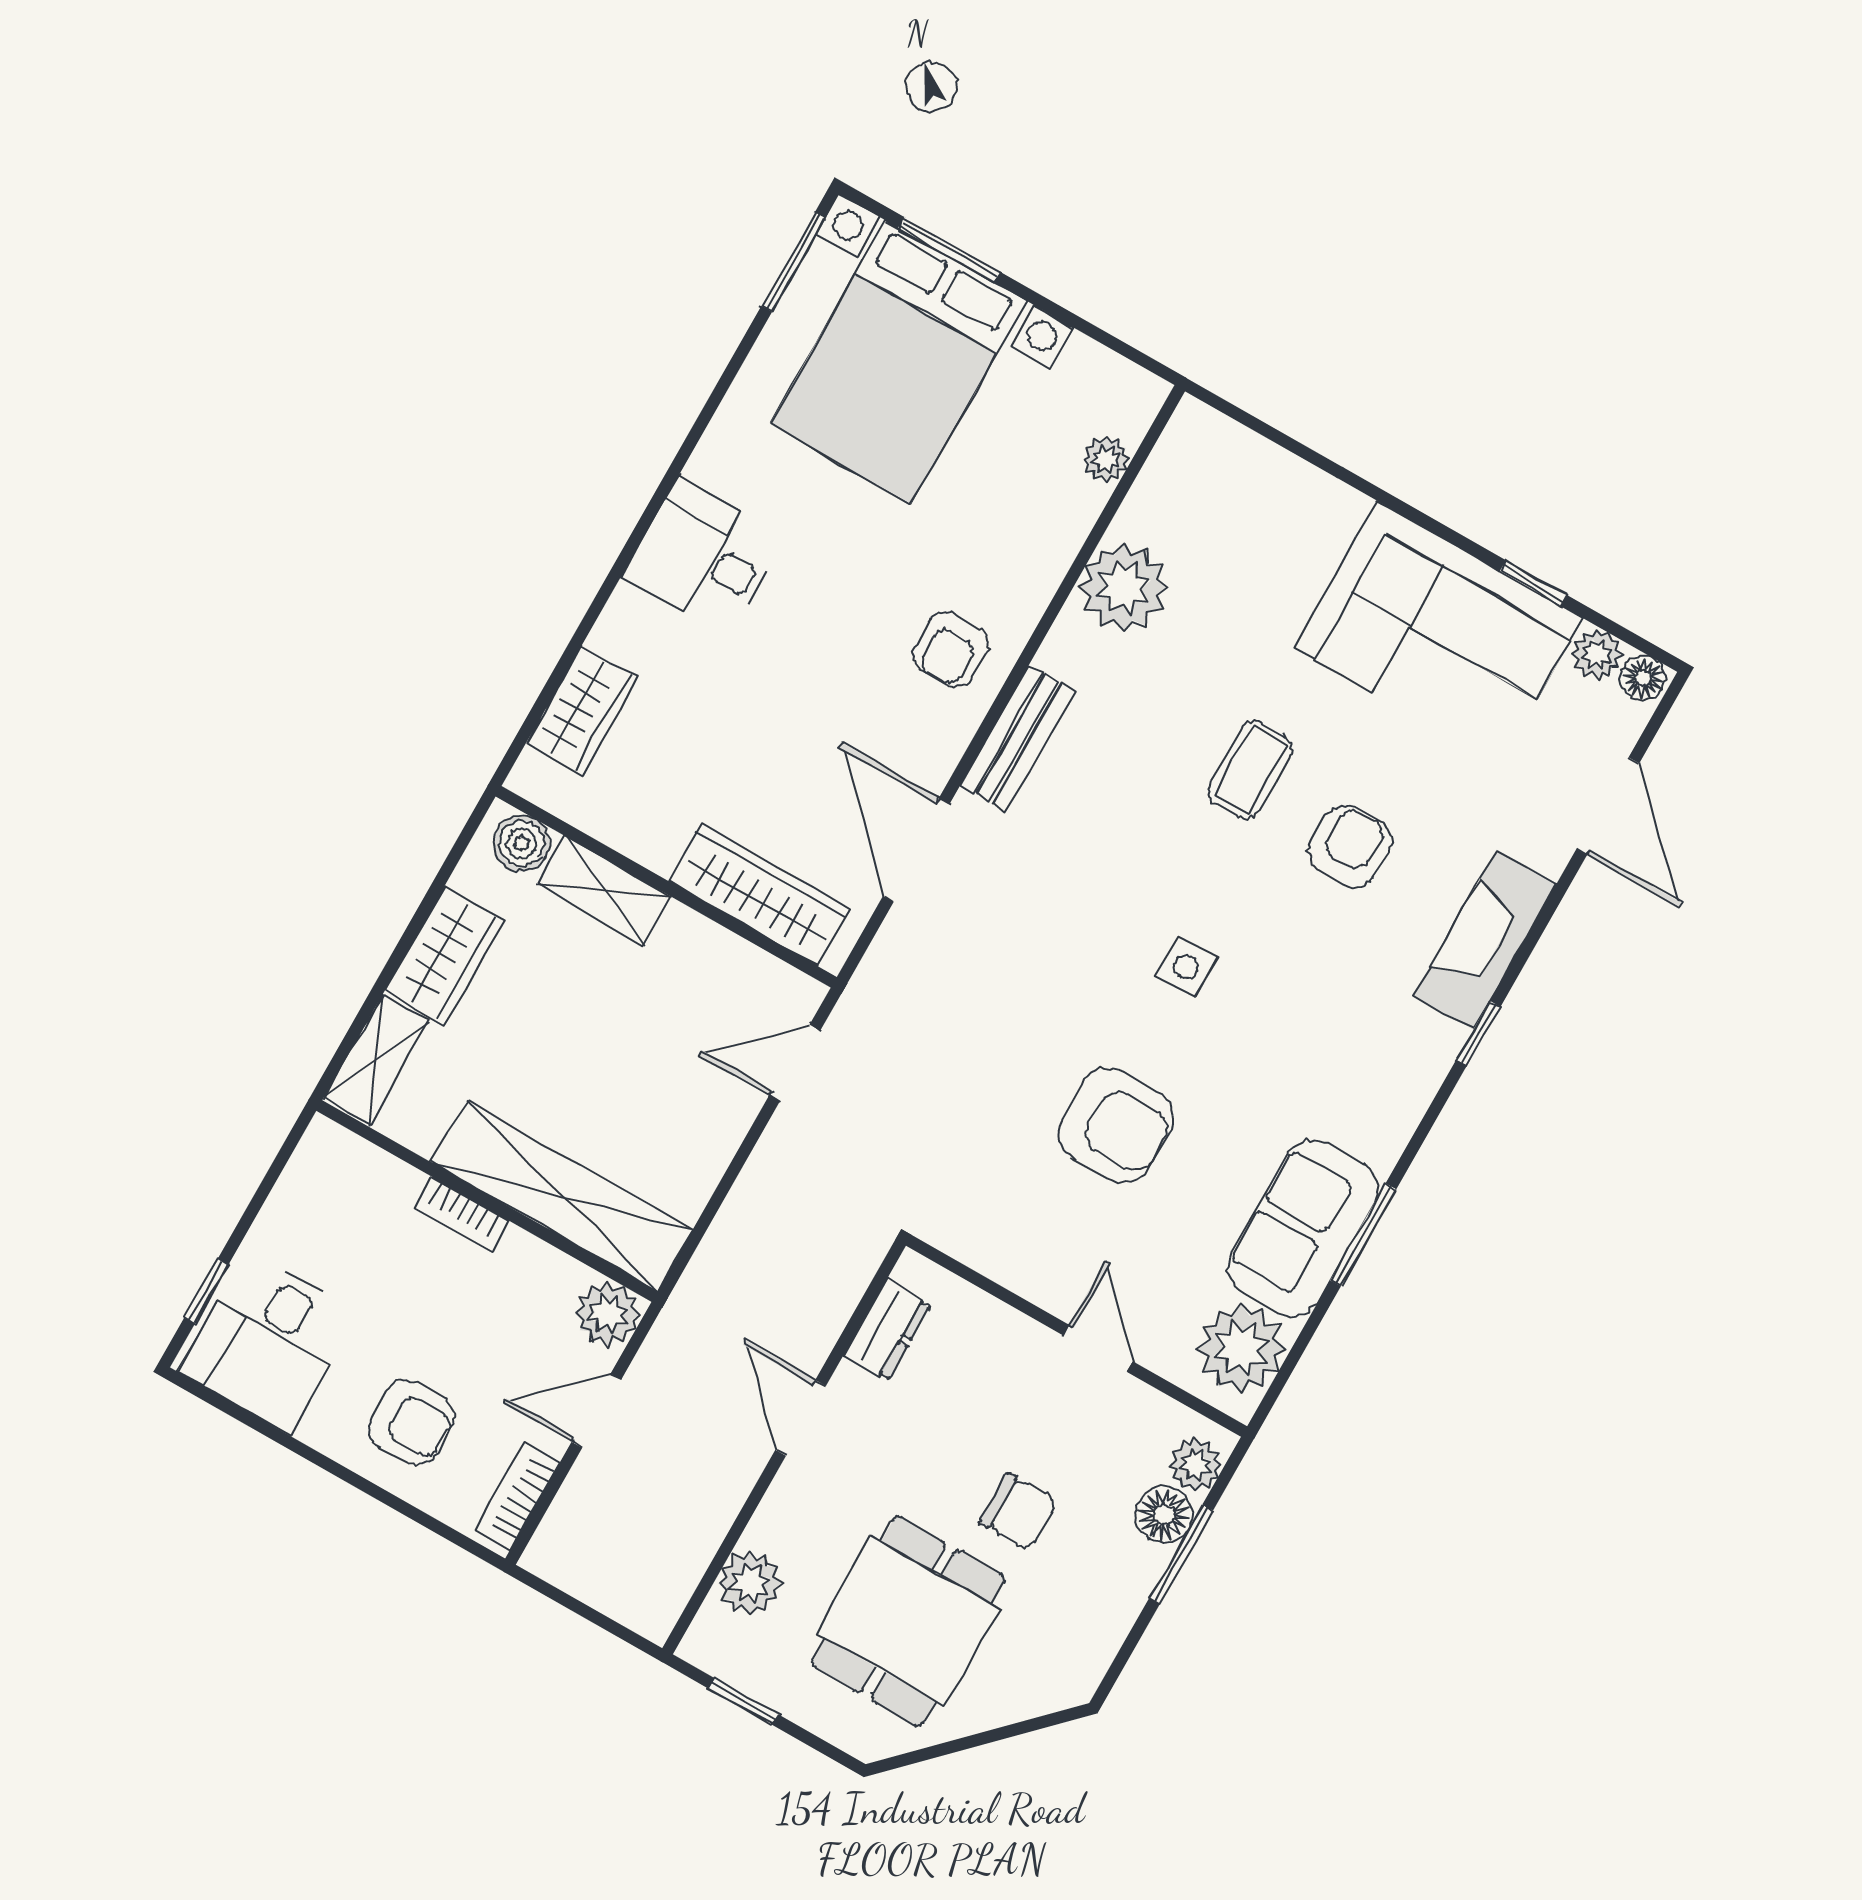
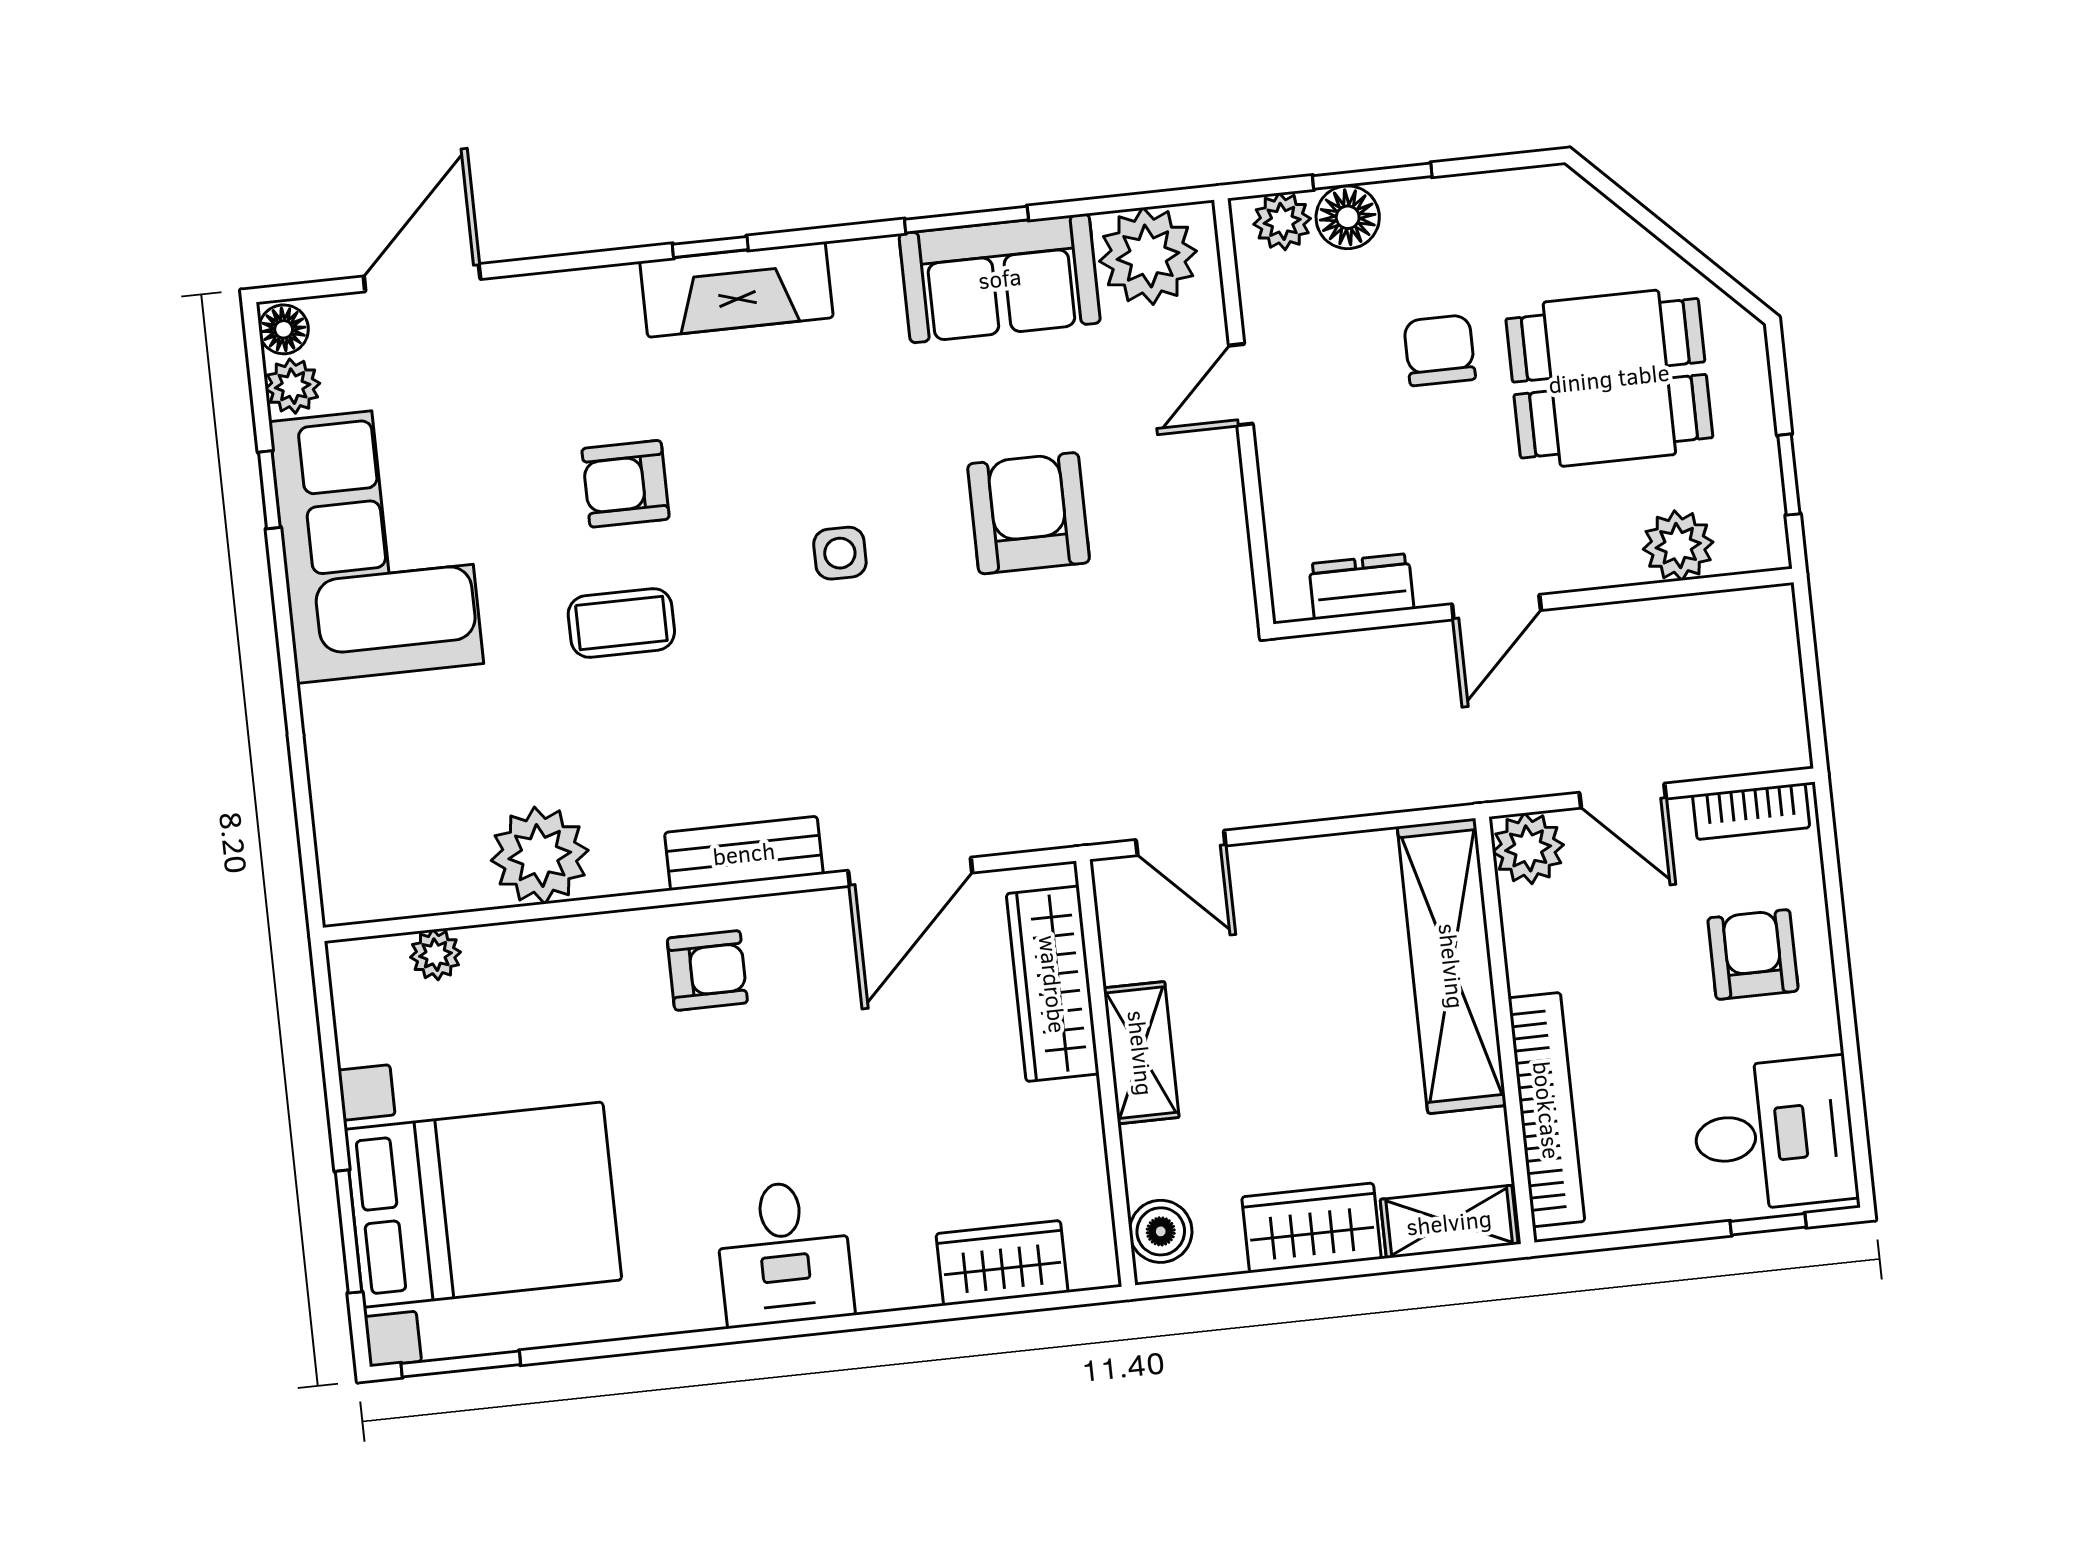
shelving: (604, 890) -> (1141, 1053), moved
fireplace: (1485, 940) -> (736, 289), moved
bookcase: (461, 1214) -> (1547, 1110), width x2.31, depth x1.31

